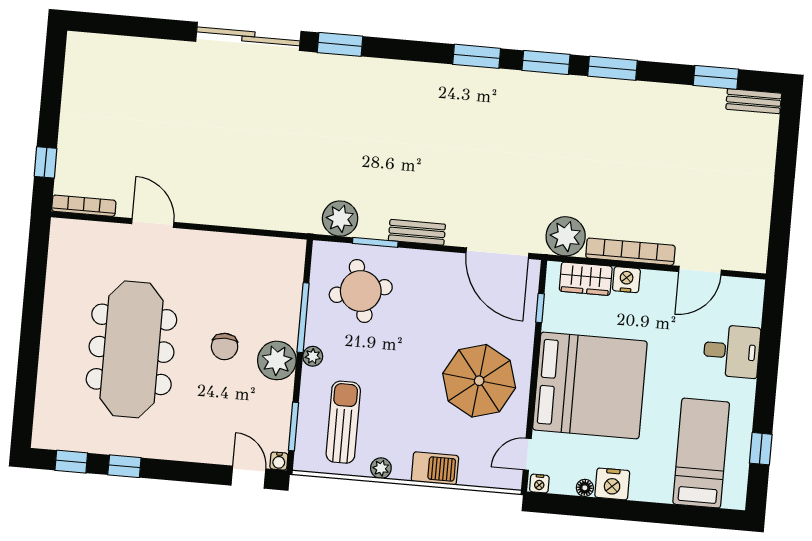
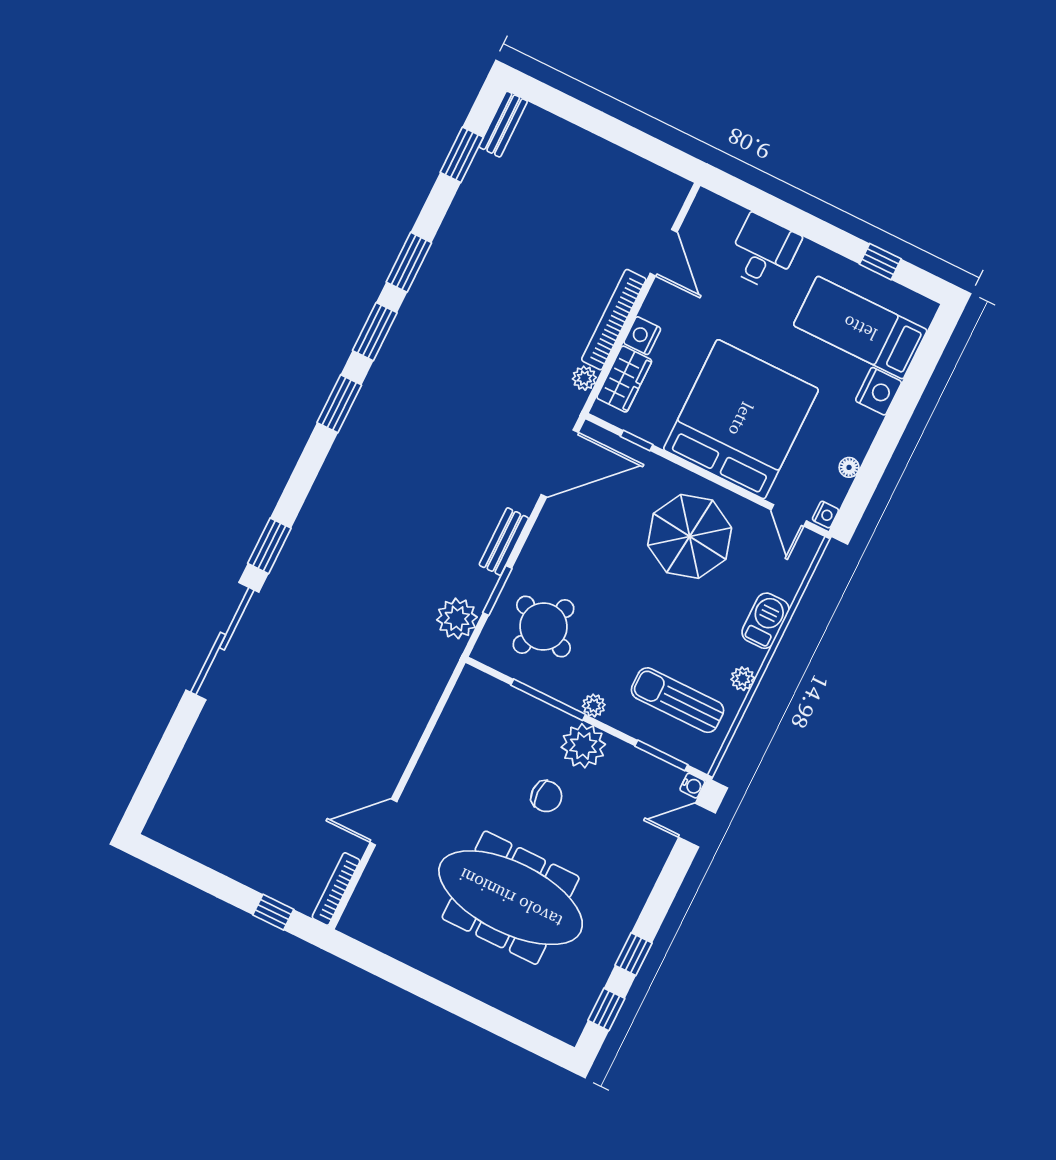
plant: (566, 236) -> (584, 378), width x0.53, depth x0.53
round table: (361, 291) -> (543, 627), turned 38
nightstand: (612, 484) -> (878, 391), moved

